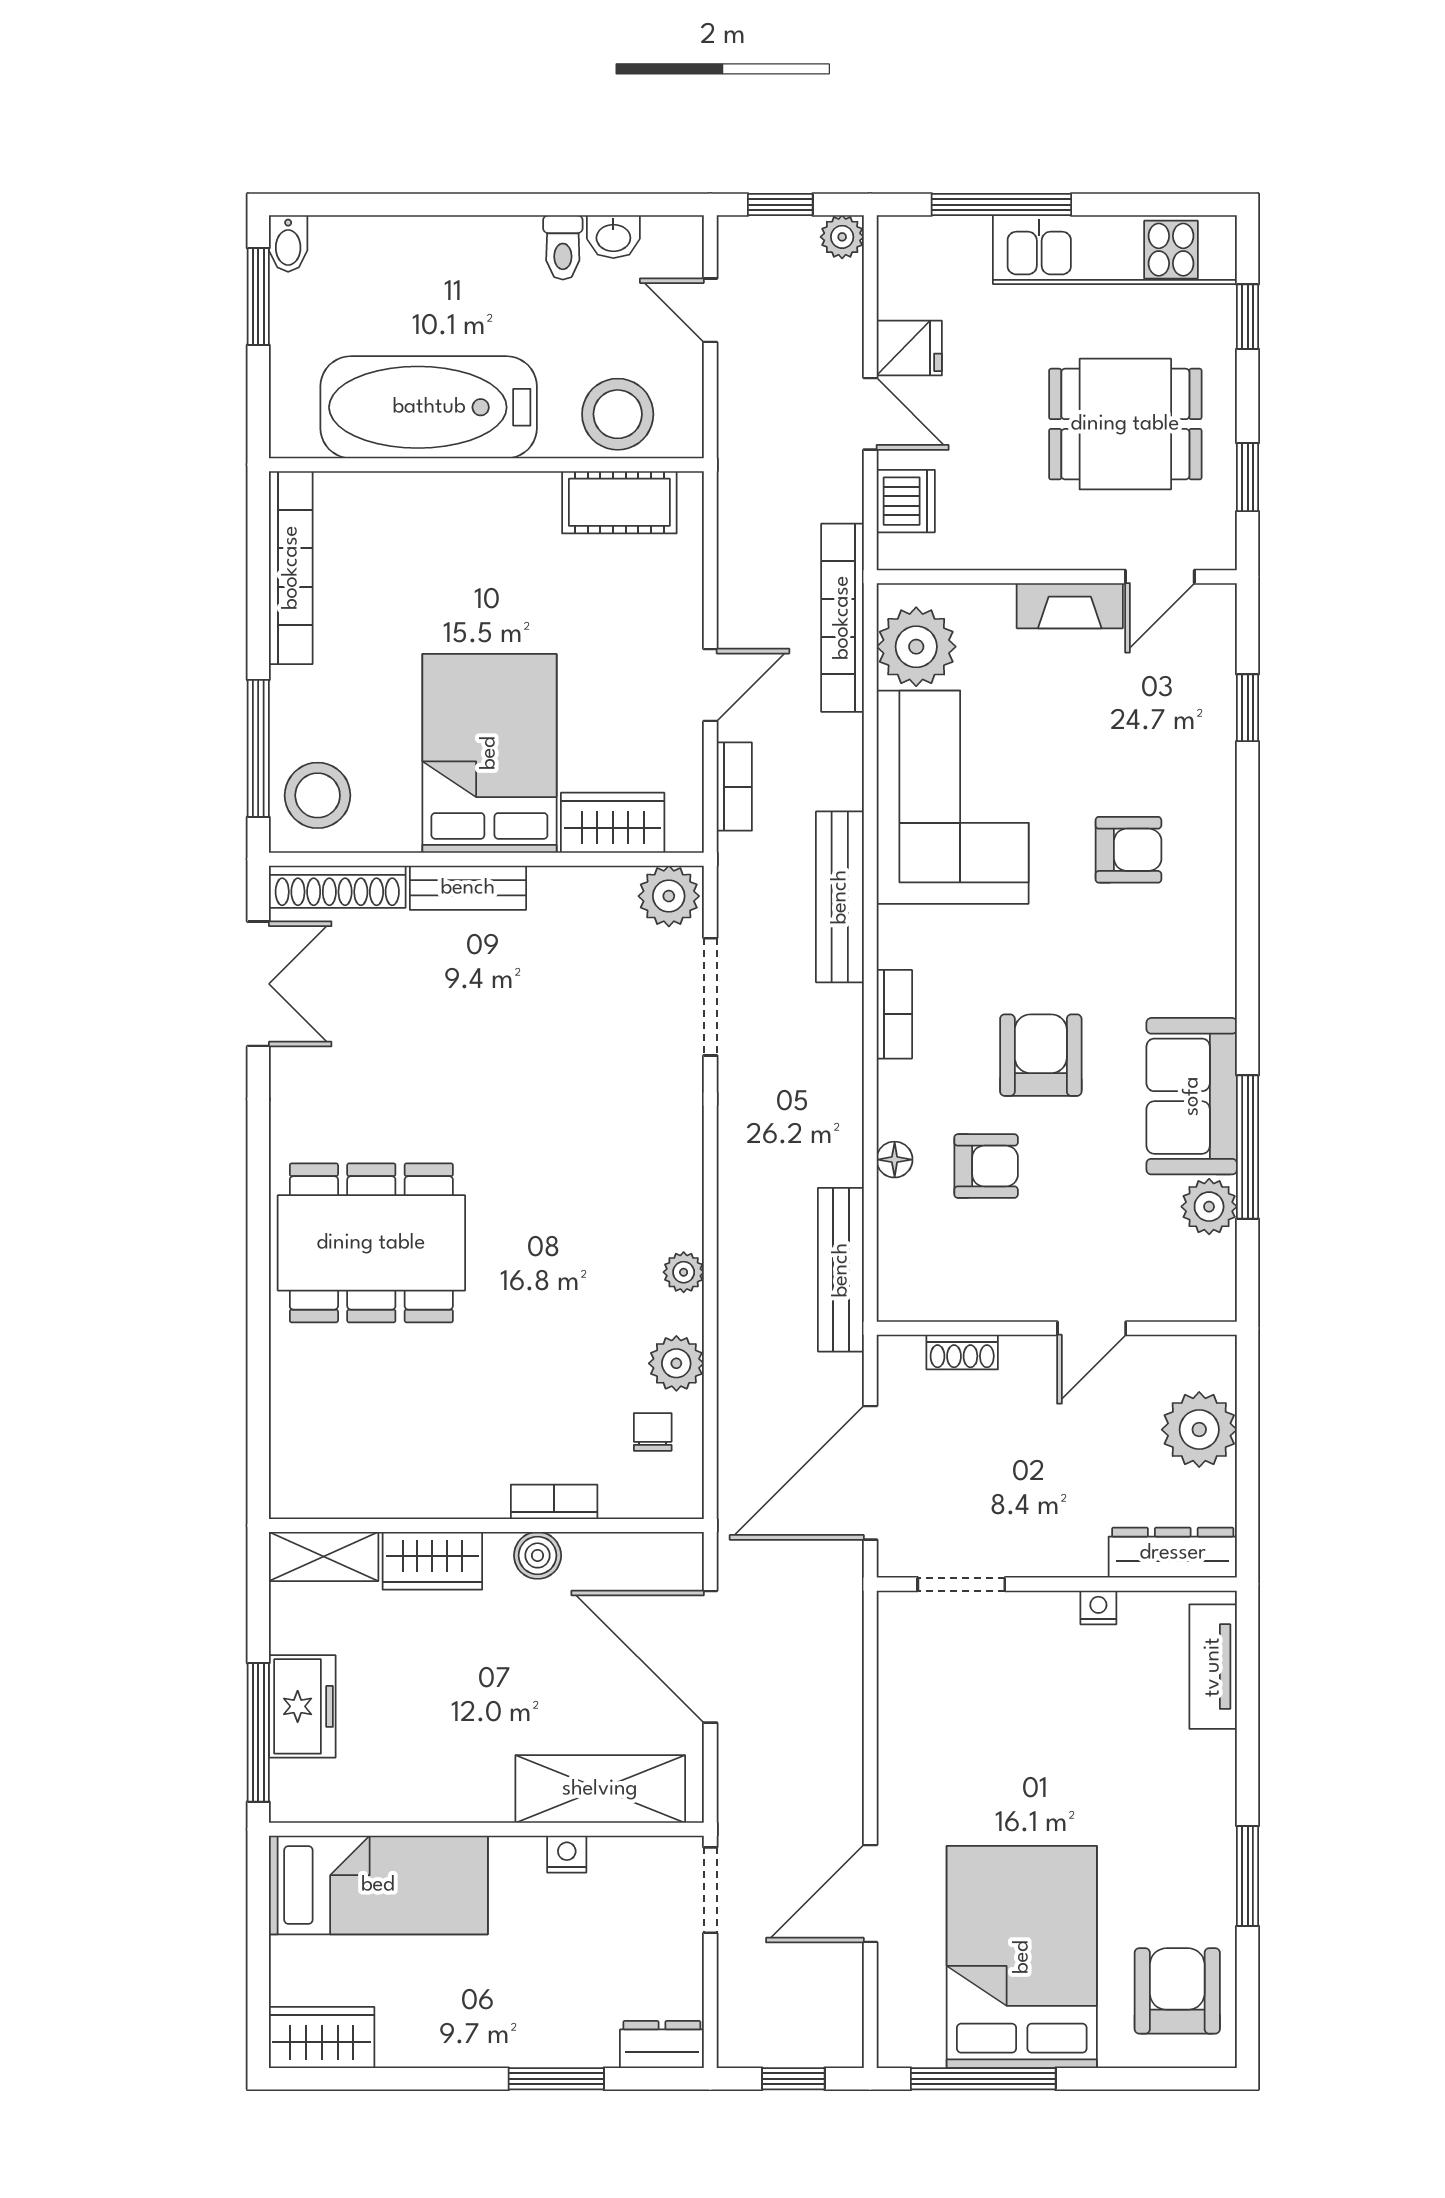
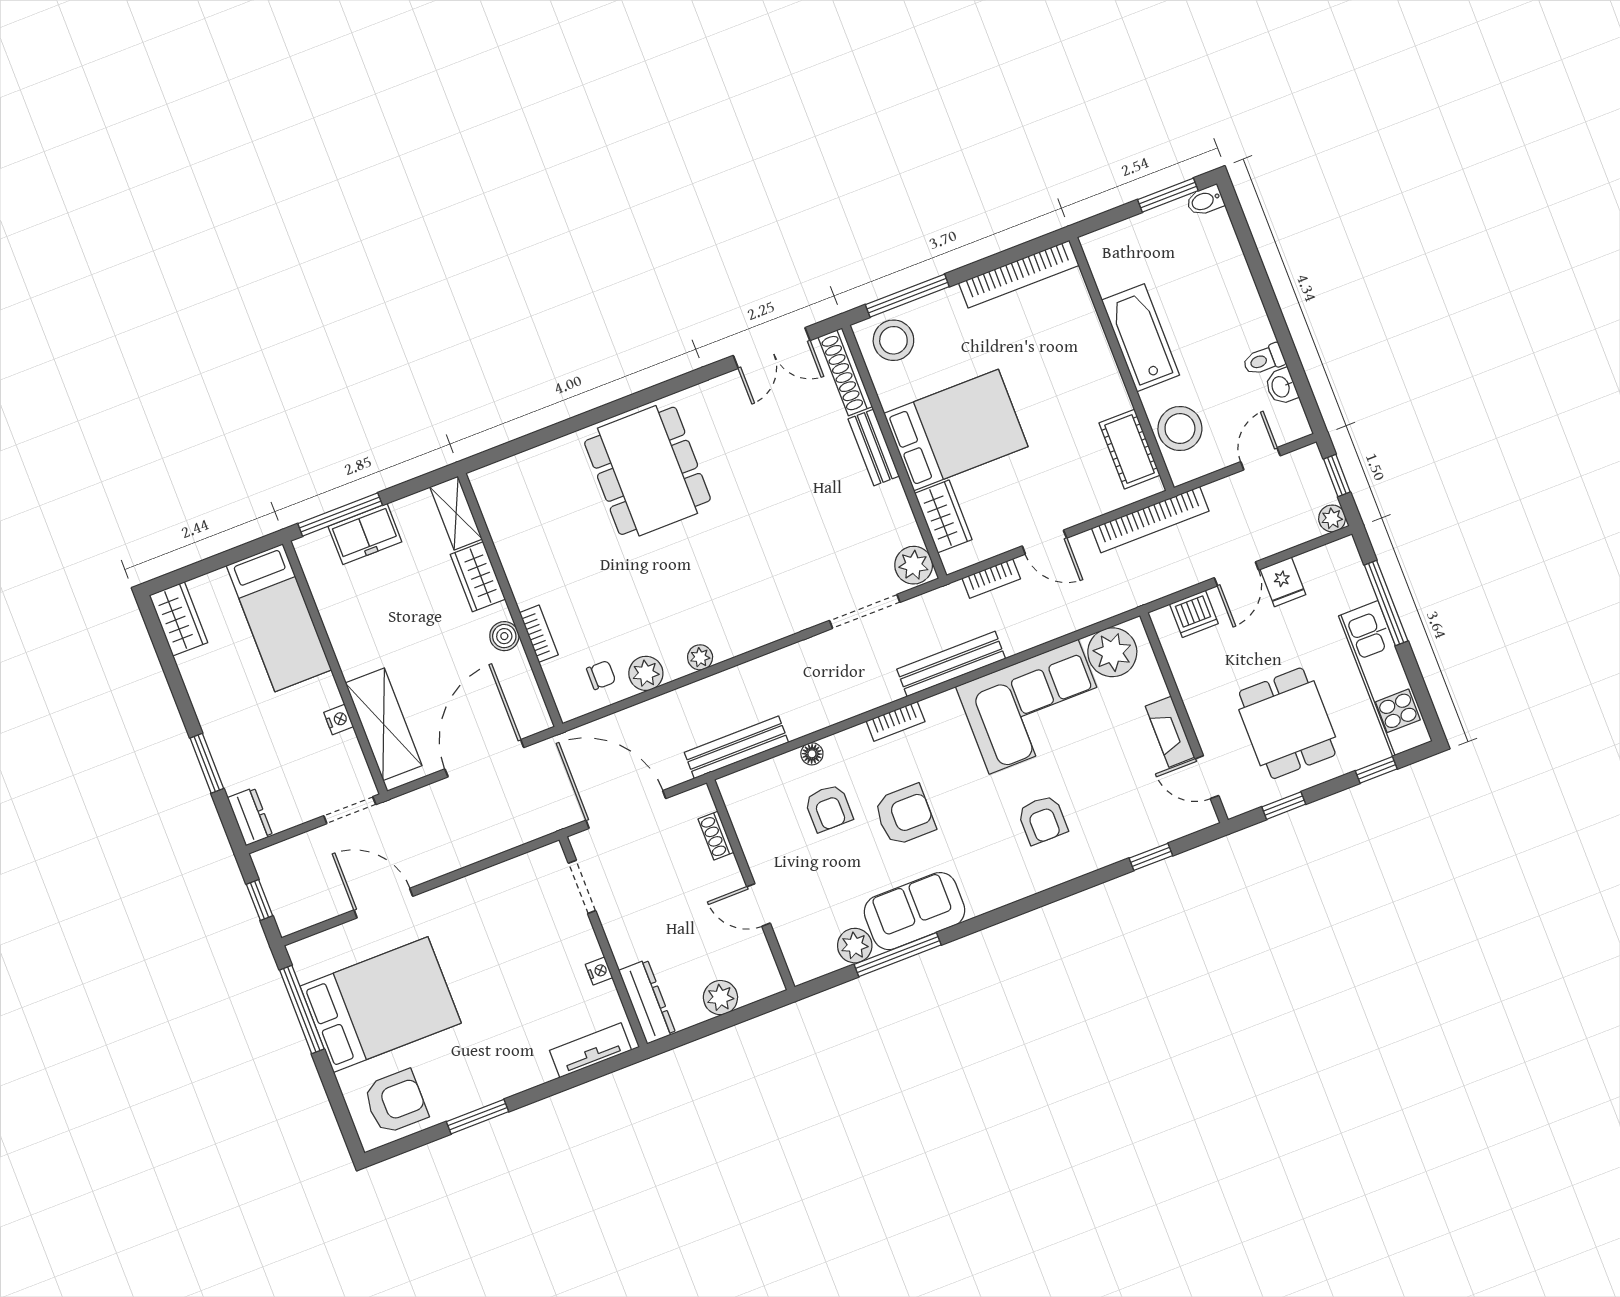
bathtub: (429, 407) -> (1140, 338), width x0.73, depth x0.73
bookcase: (842, 618) -> (1150, 520), moved, turned 180
plant: (1199, 1430) -> (720, 998), width x0.73, depth x0.73

